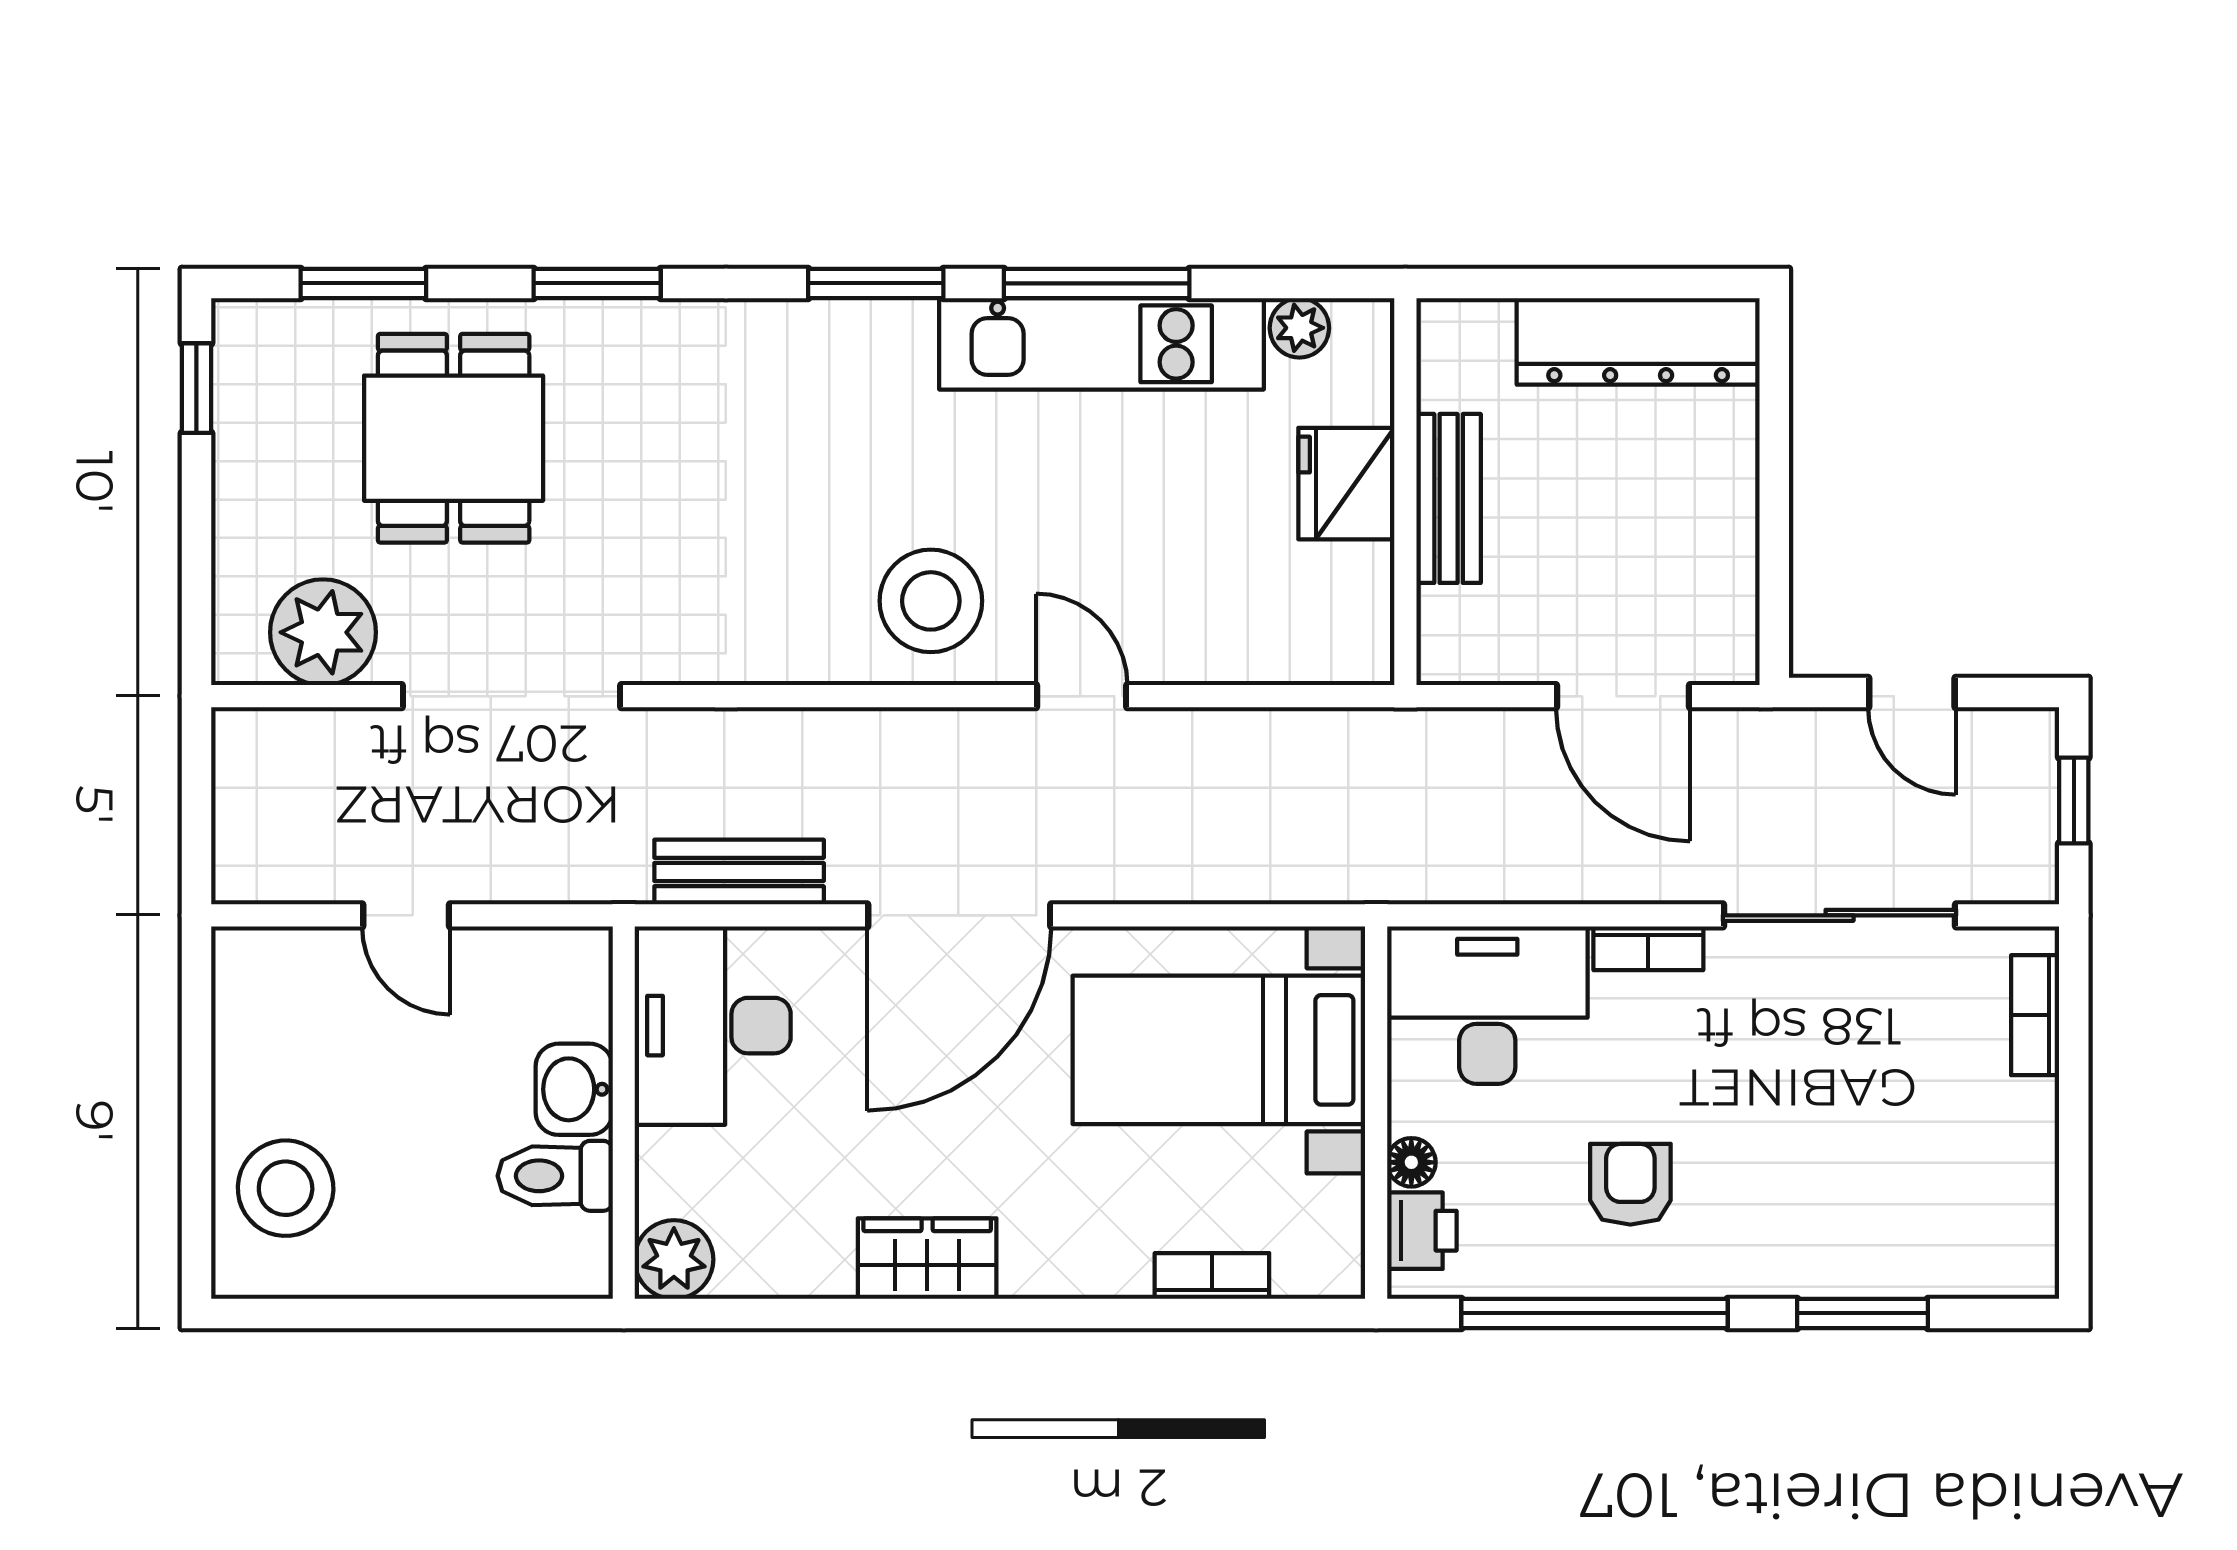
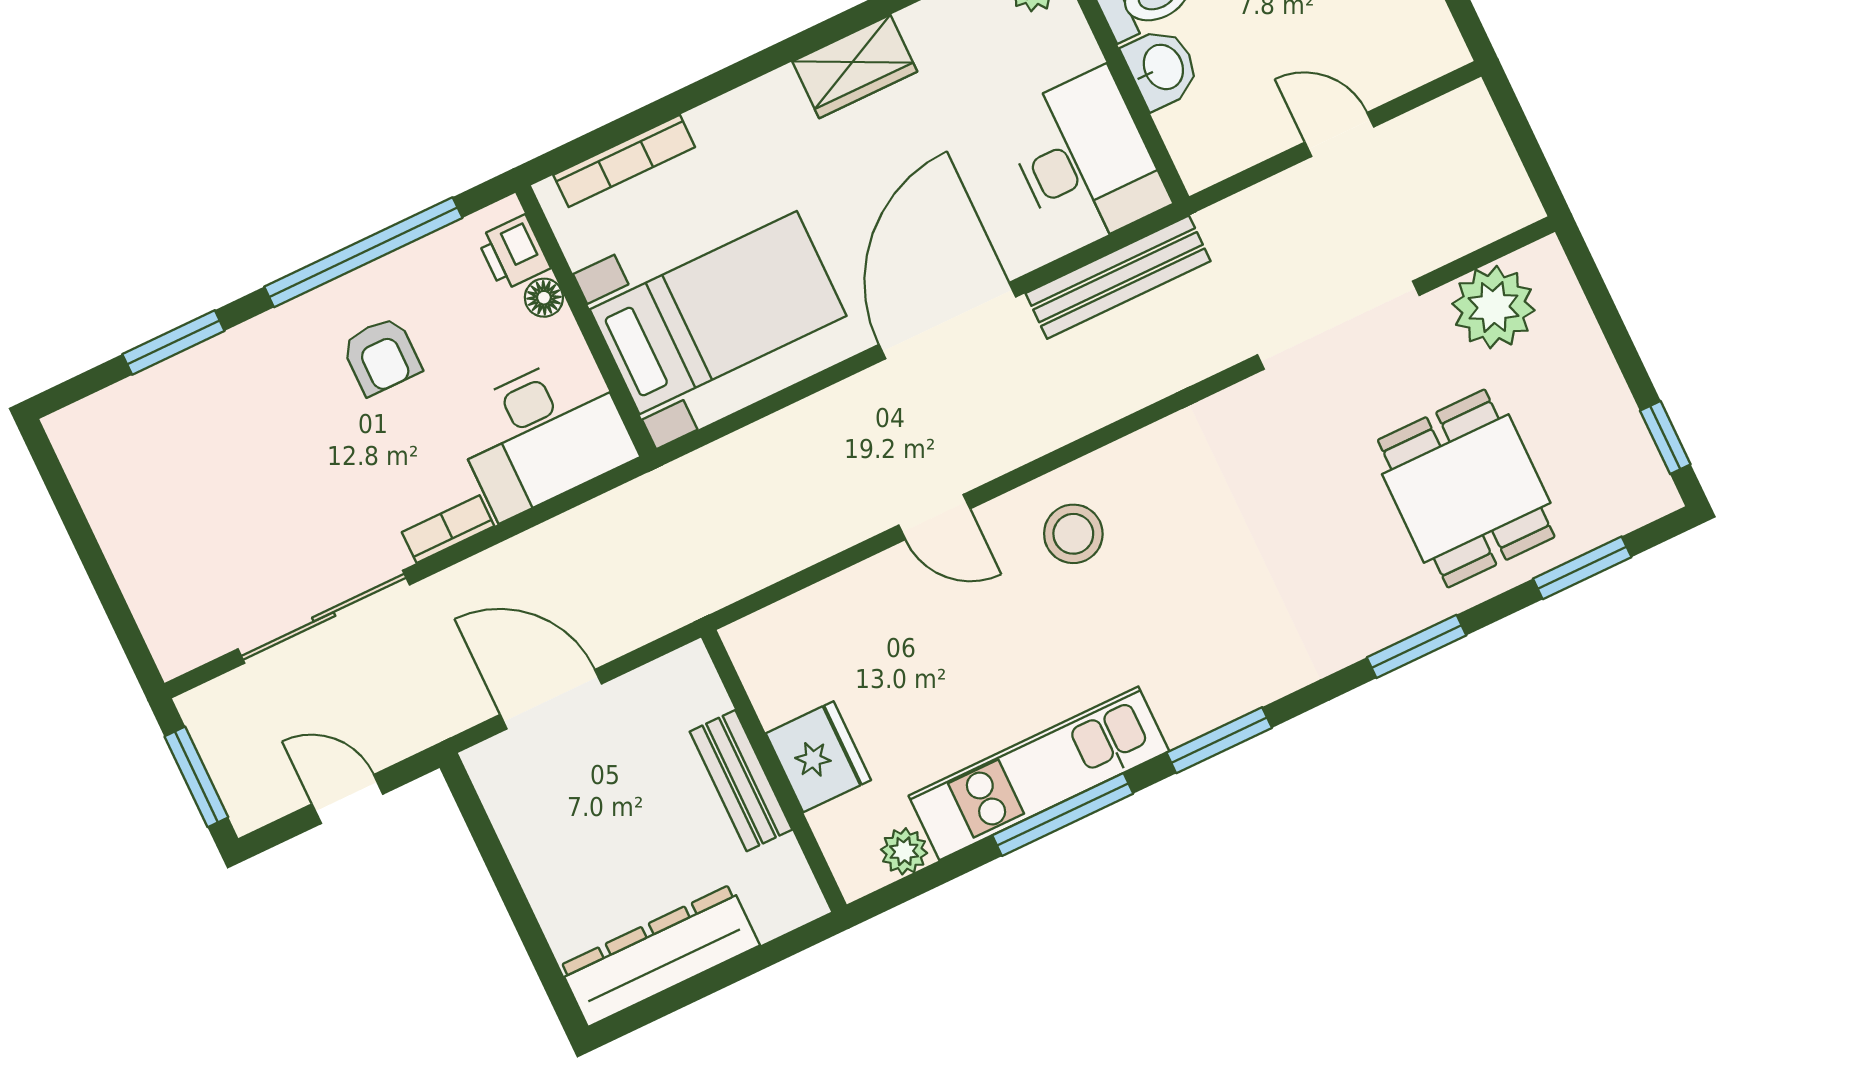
stool: (931, 601) -> (1073, 534), width x0.73, depth x0.73
window: (2074, 800) -> (196, 777), width x1.50
bench: (739, 872) -> (1118, 277), width x1.36
bookcase: (2035, 1015) -> (152, 612), removed
bookcase: (1212, 1276) -> (624, 161), width x1.56

